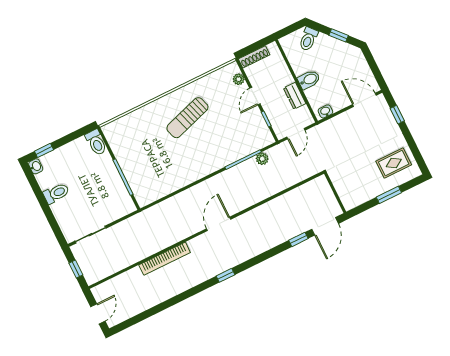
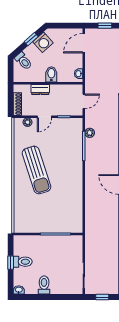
washing machine: (342, 51) -> (43, 42), added
door: (255, 96) -> (44, 117), hinge flipped
dresser: (295, 96) -> (40, 89), moved
sun lounger: (187, 118) -> (37, 170), width x1.36, depth x1.34
door: (296, 134) -> (84, 101), hinge flipped
toilet: (96, 142) -> (23, 262), moved
window: (44, 150) -> (11, 263), moved

